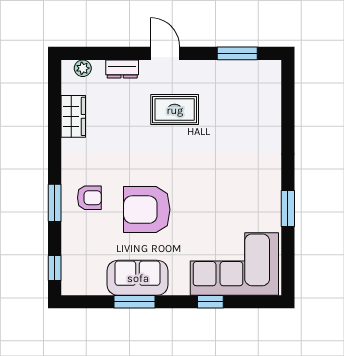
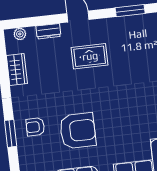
armchair: (89, 198) -> (35, 127), turned 180
armchair: (147, 210) -> (78, 131), turned 180

